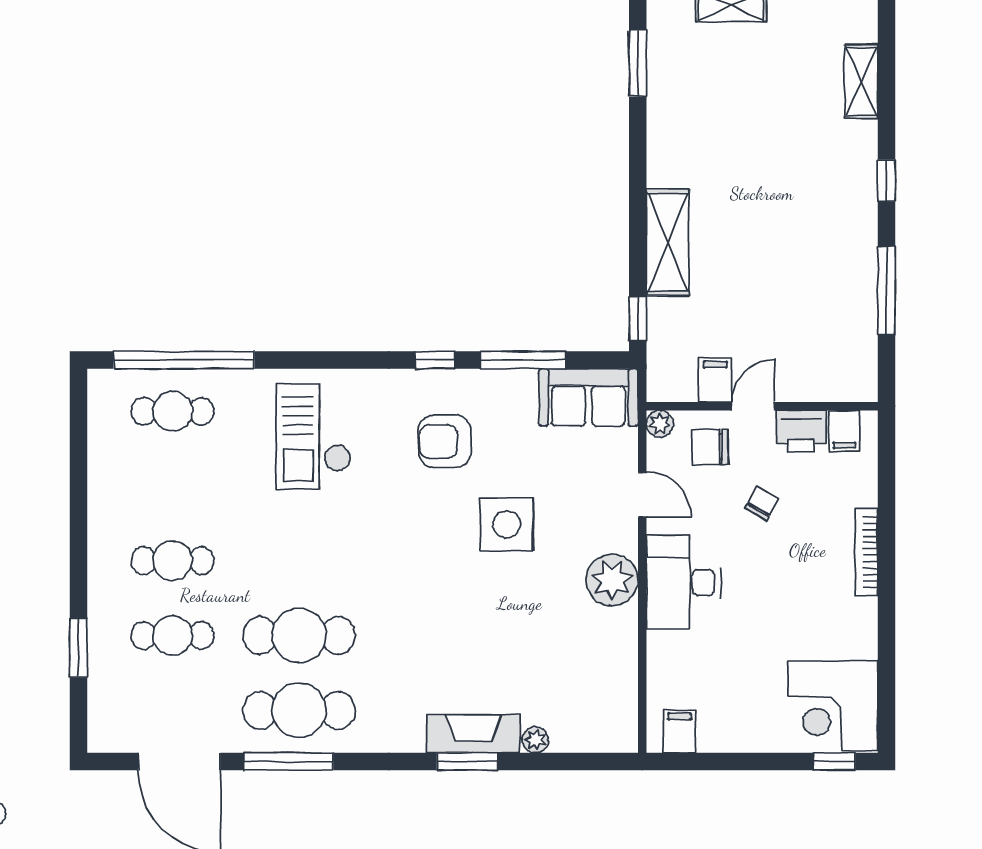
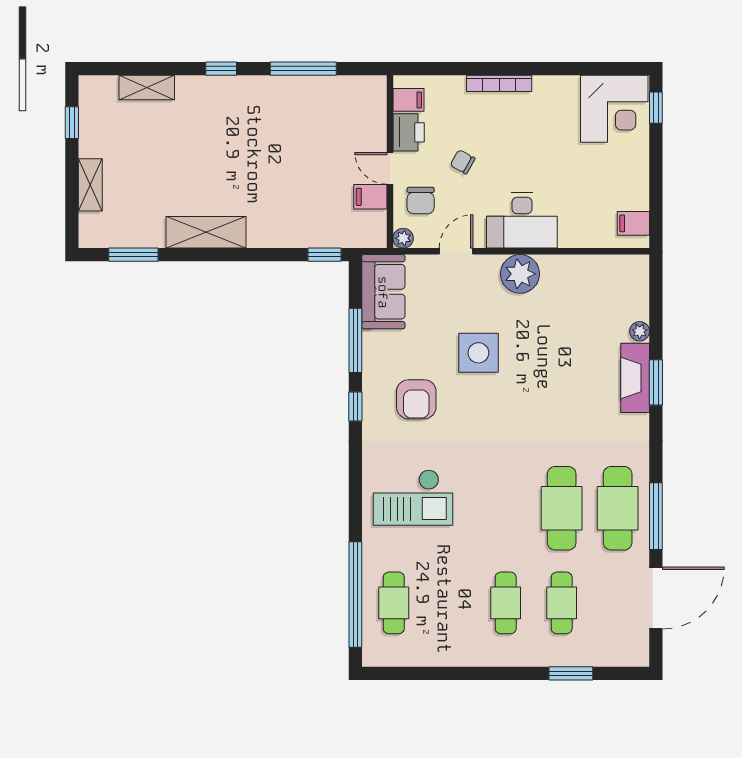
shelving: (668, 242) -> (206, 232), moved

